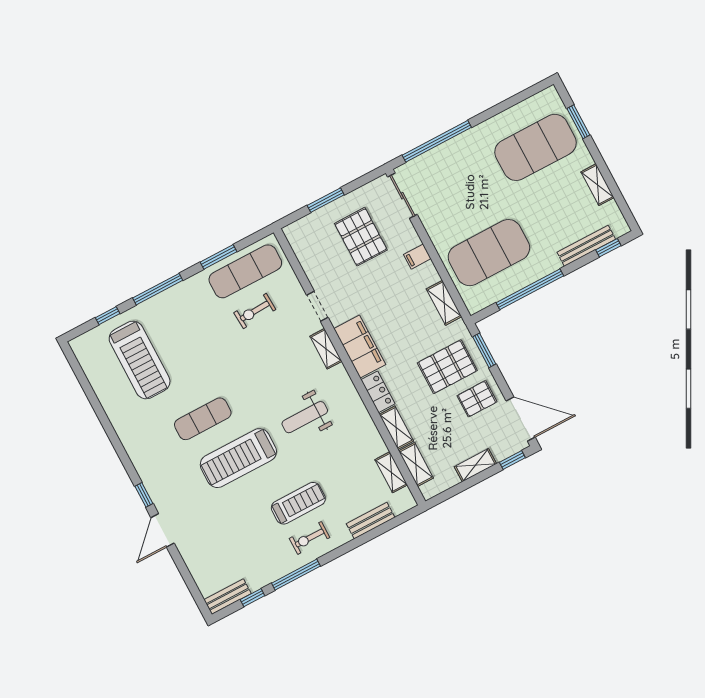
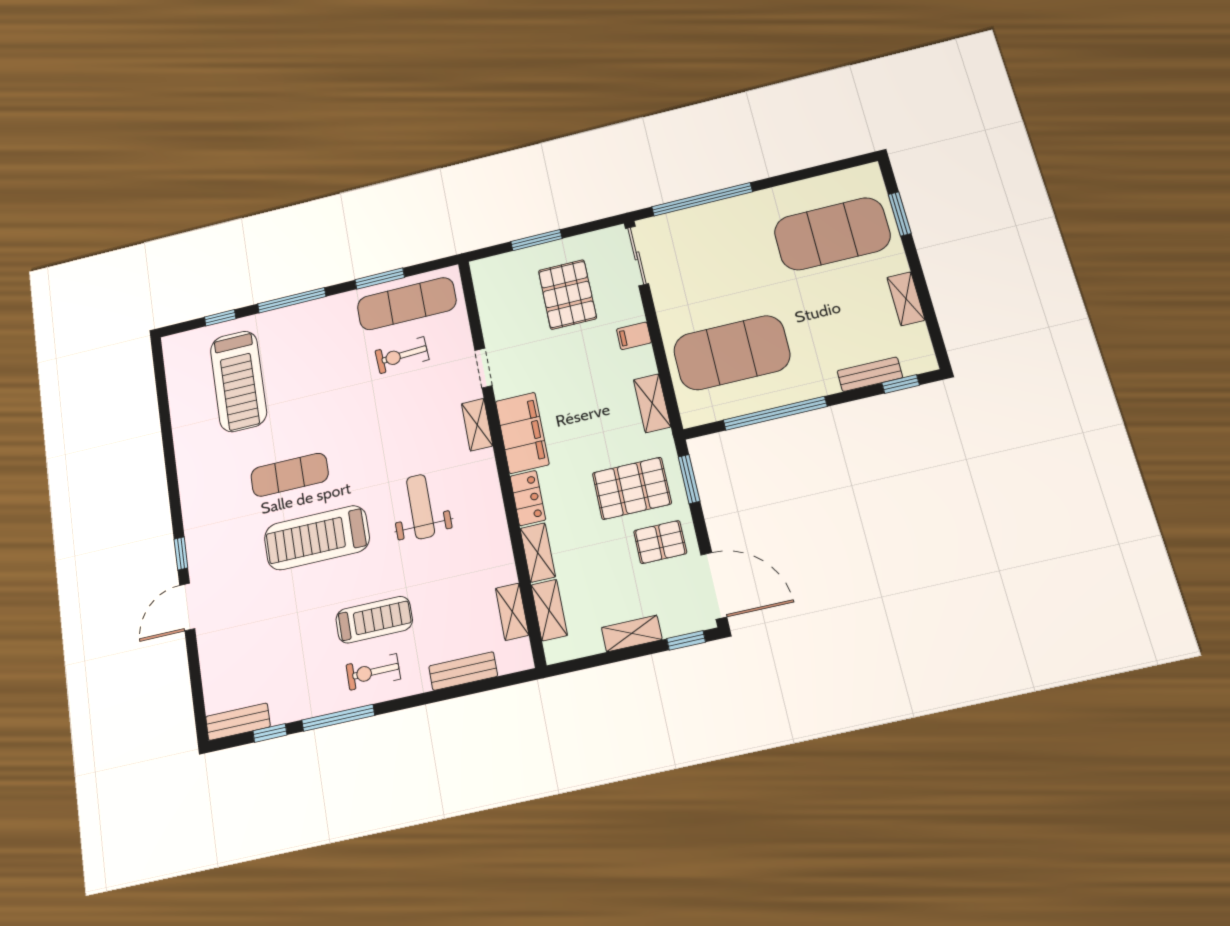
bench: (586, 246) -> (870, 374), width x0.73
weight bench: (305, 417) -> (421, 507), turned 90

